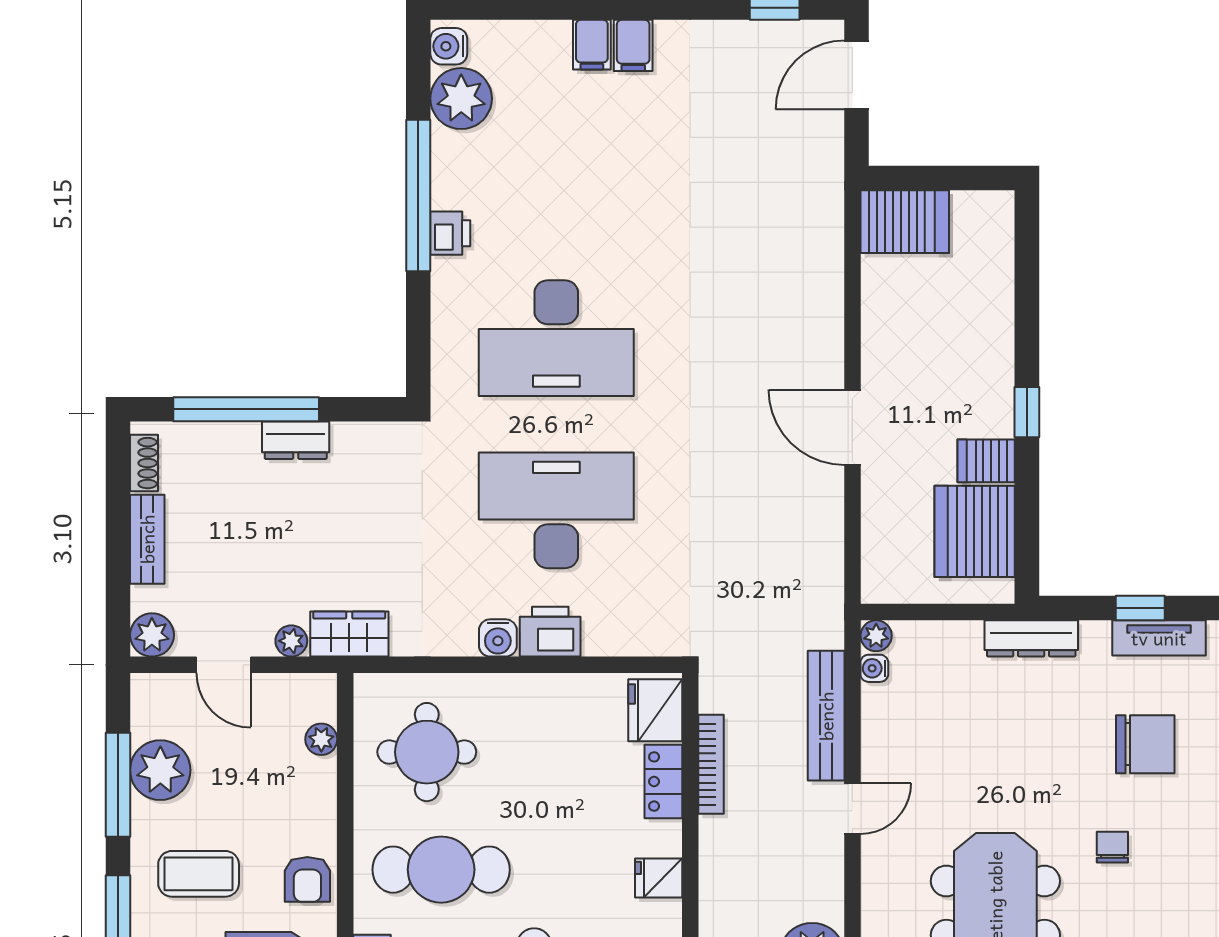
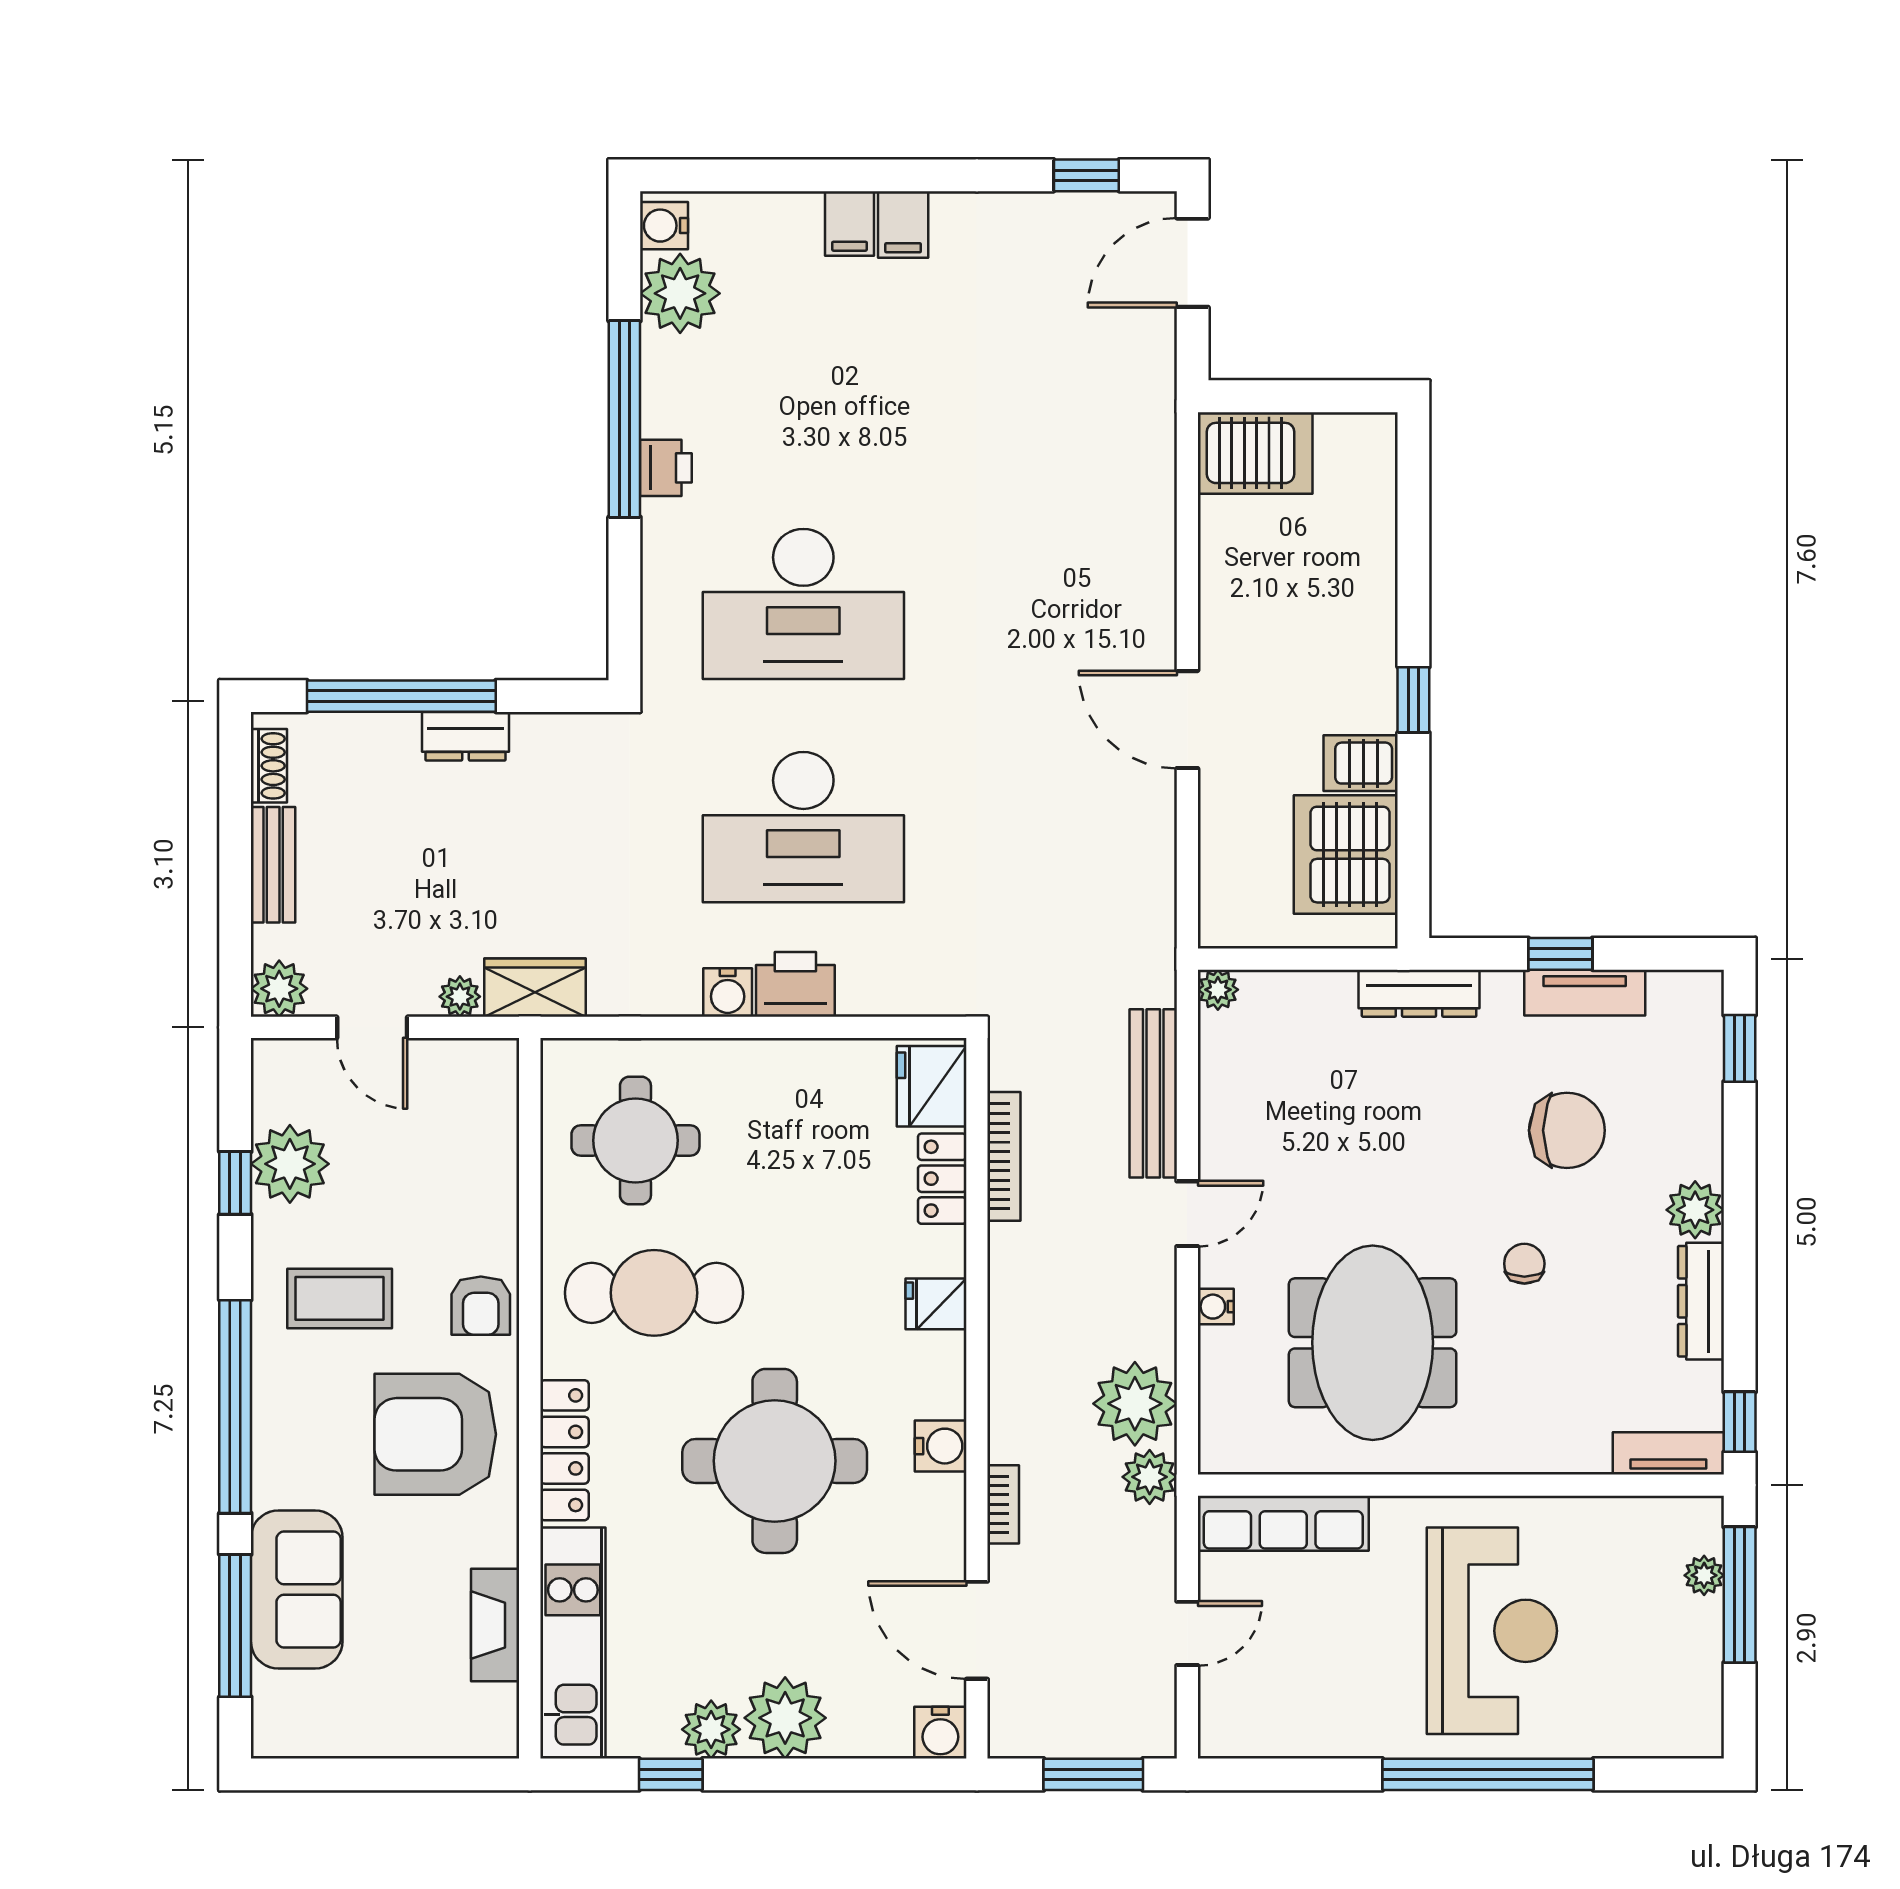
desk: (556, 510) -> (803, 827), turned 180
water cooler: (874, 668) -> (1216, 1307), moved
plant: (321, 739) -> (499, 1124), removed
window: (118, 785) -> (235, 1183), width x0.46

